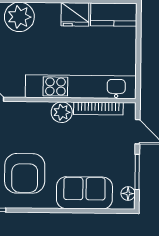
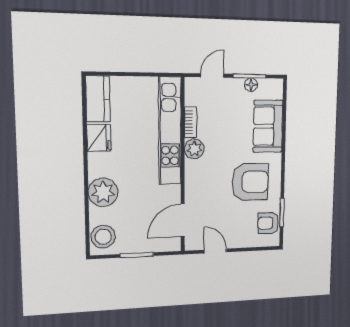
bookcase: (98, 108) -> (190, 122), width x0.64
floor lamp: (128, 194) -> (251, 85), moved

